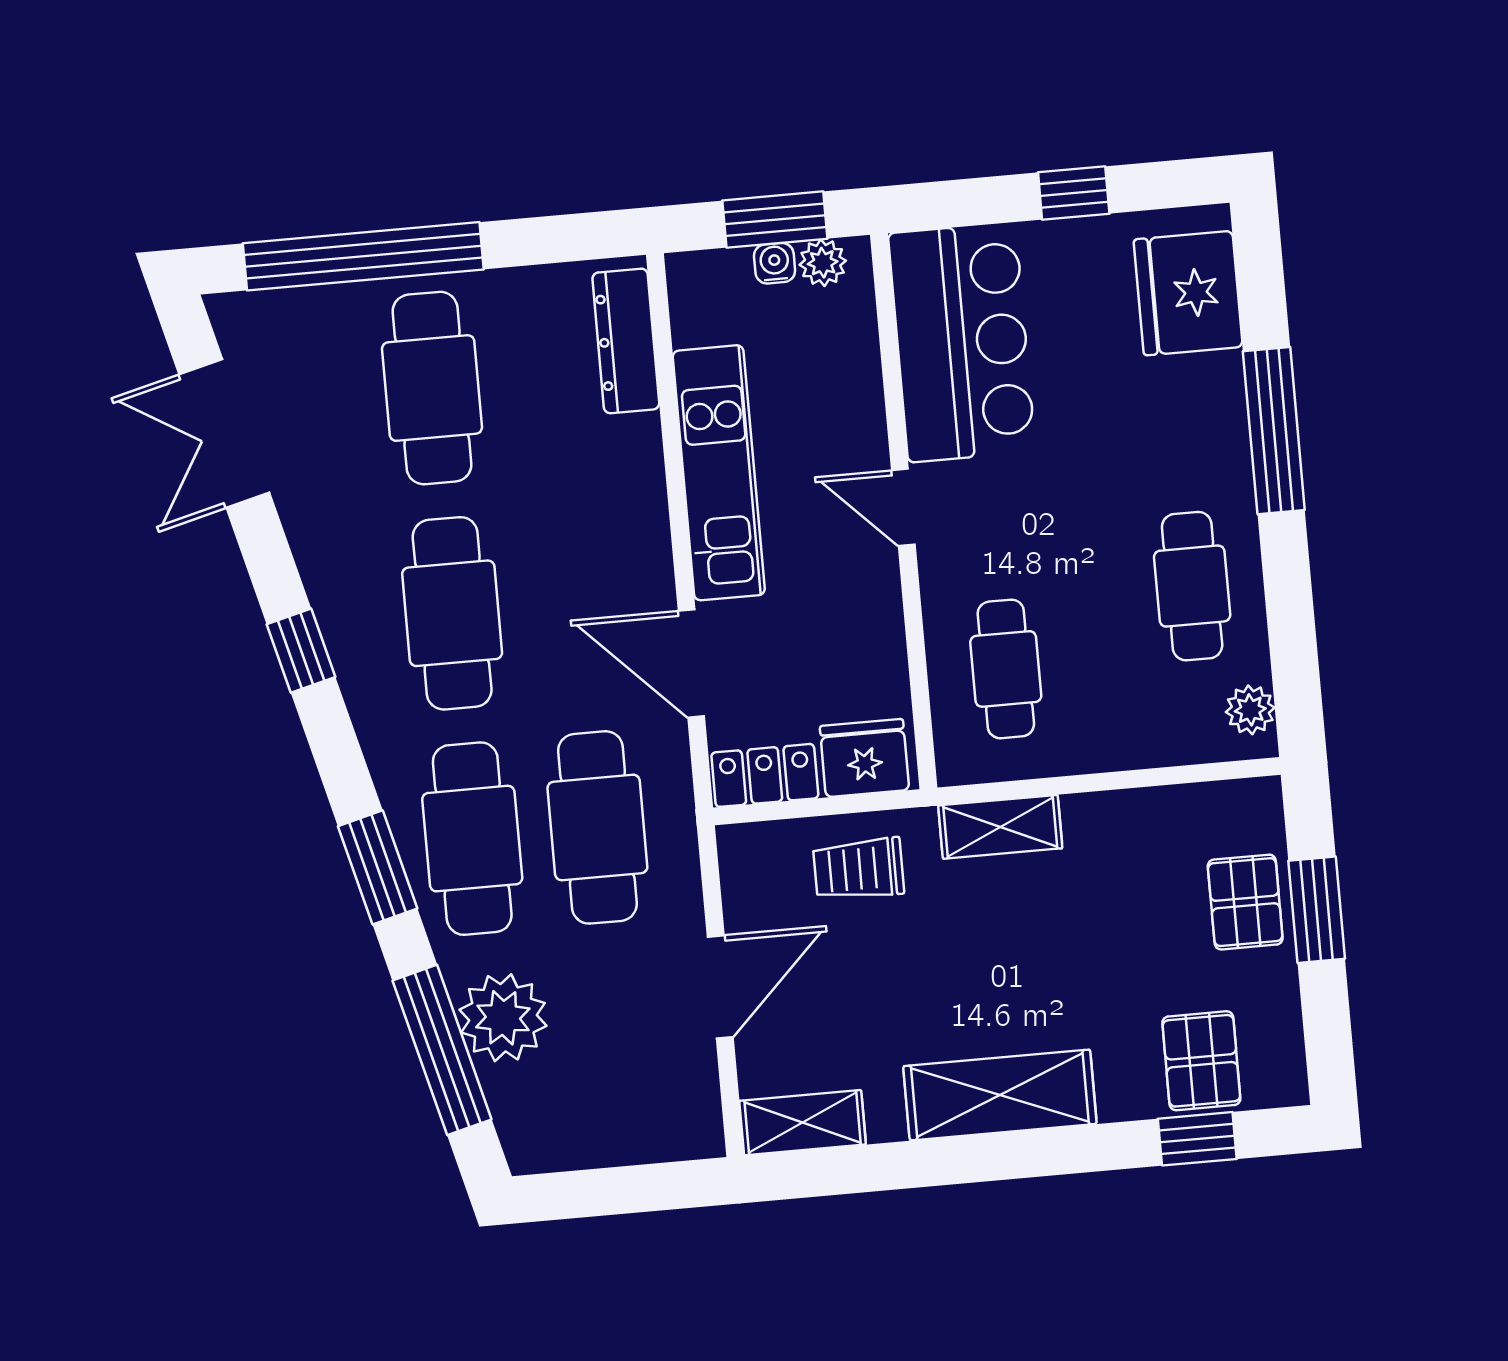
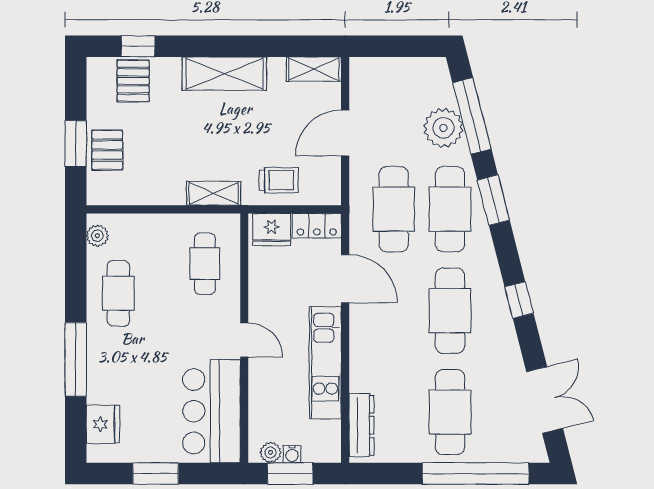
window: (1074, 193) -> (156, 474), width x1.50
fridge: (1188, 293) -> (103, 424), width x0.73, depth x0.75

